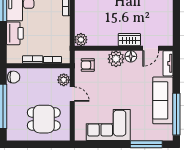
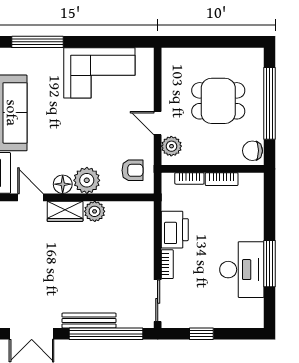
printer: (15, 33) -> (175, 230), moved, turned 180
plant: (81, 40) -> (95, 211), moved
door: (151, 48) -> (30, 197), hinge flipped
dining table: (44, 119) -> (218, 101), moved

